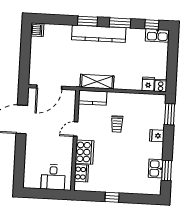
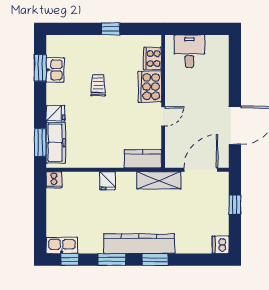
window: (25, 60) -> (235, 204), added
shelving: (97, 82) -> (159, 180), moved
fridge: (148, 84) -> (108, 181), moved
freezer: (158, 113) -> (56, 143), added
trolley: (117, 124) -> (98, 85), moved

